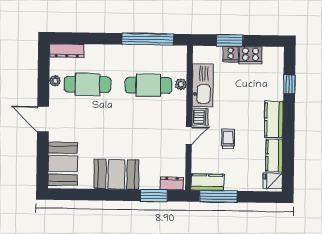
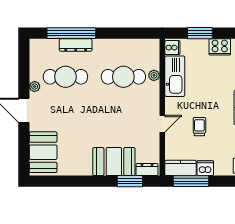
window: (148, 39) -> (71, 33), moved
dresser: (67, 51) -> (76, 45), moved
cooker: (231, 54) -> (172, 48), moved, turned -90
plant: (55, 81) -> (35, 87), moved
dishwasher: (200, 117) -> (205, 168), moved, turned -90
booth: (116, 174) -> (114, 162), moved

